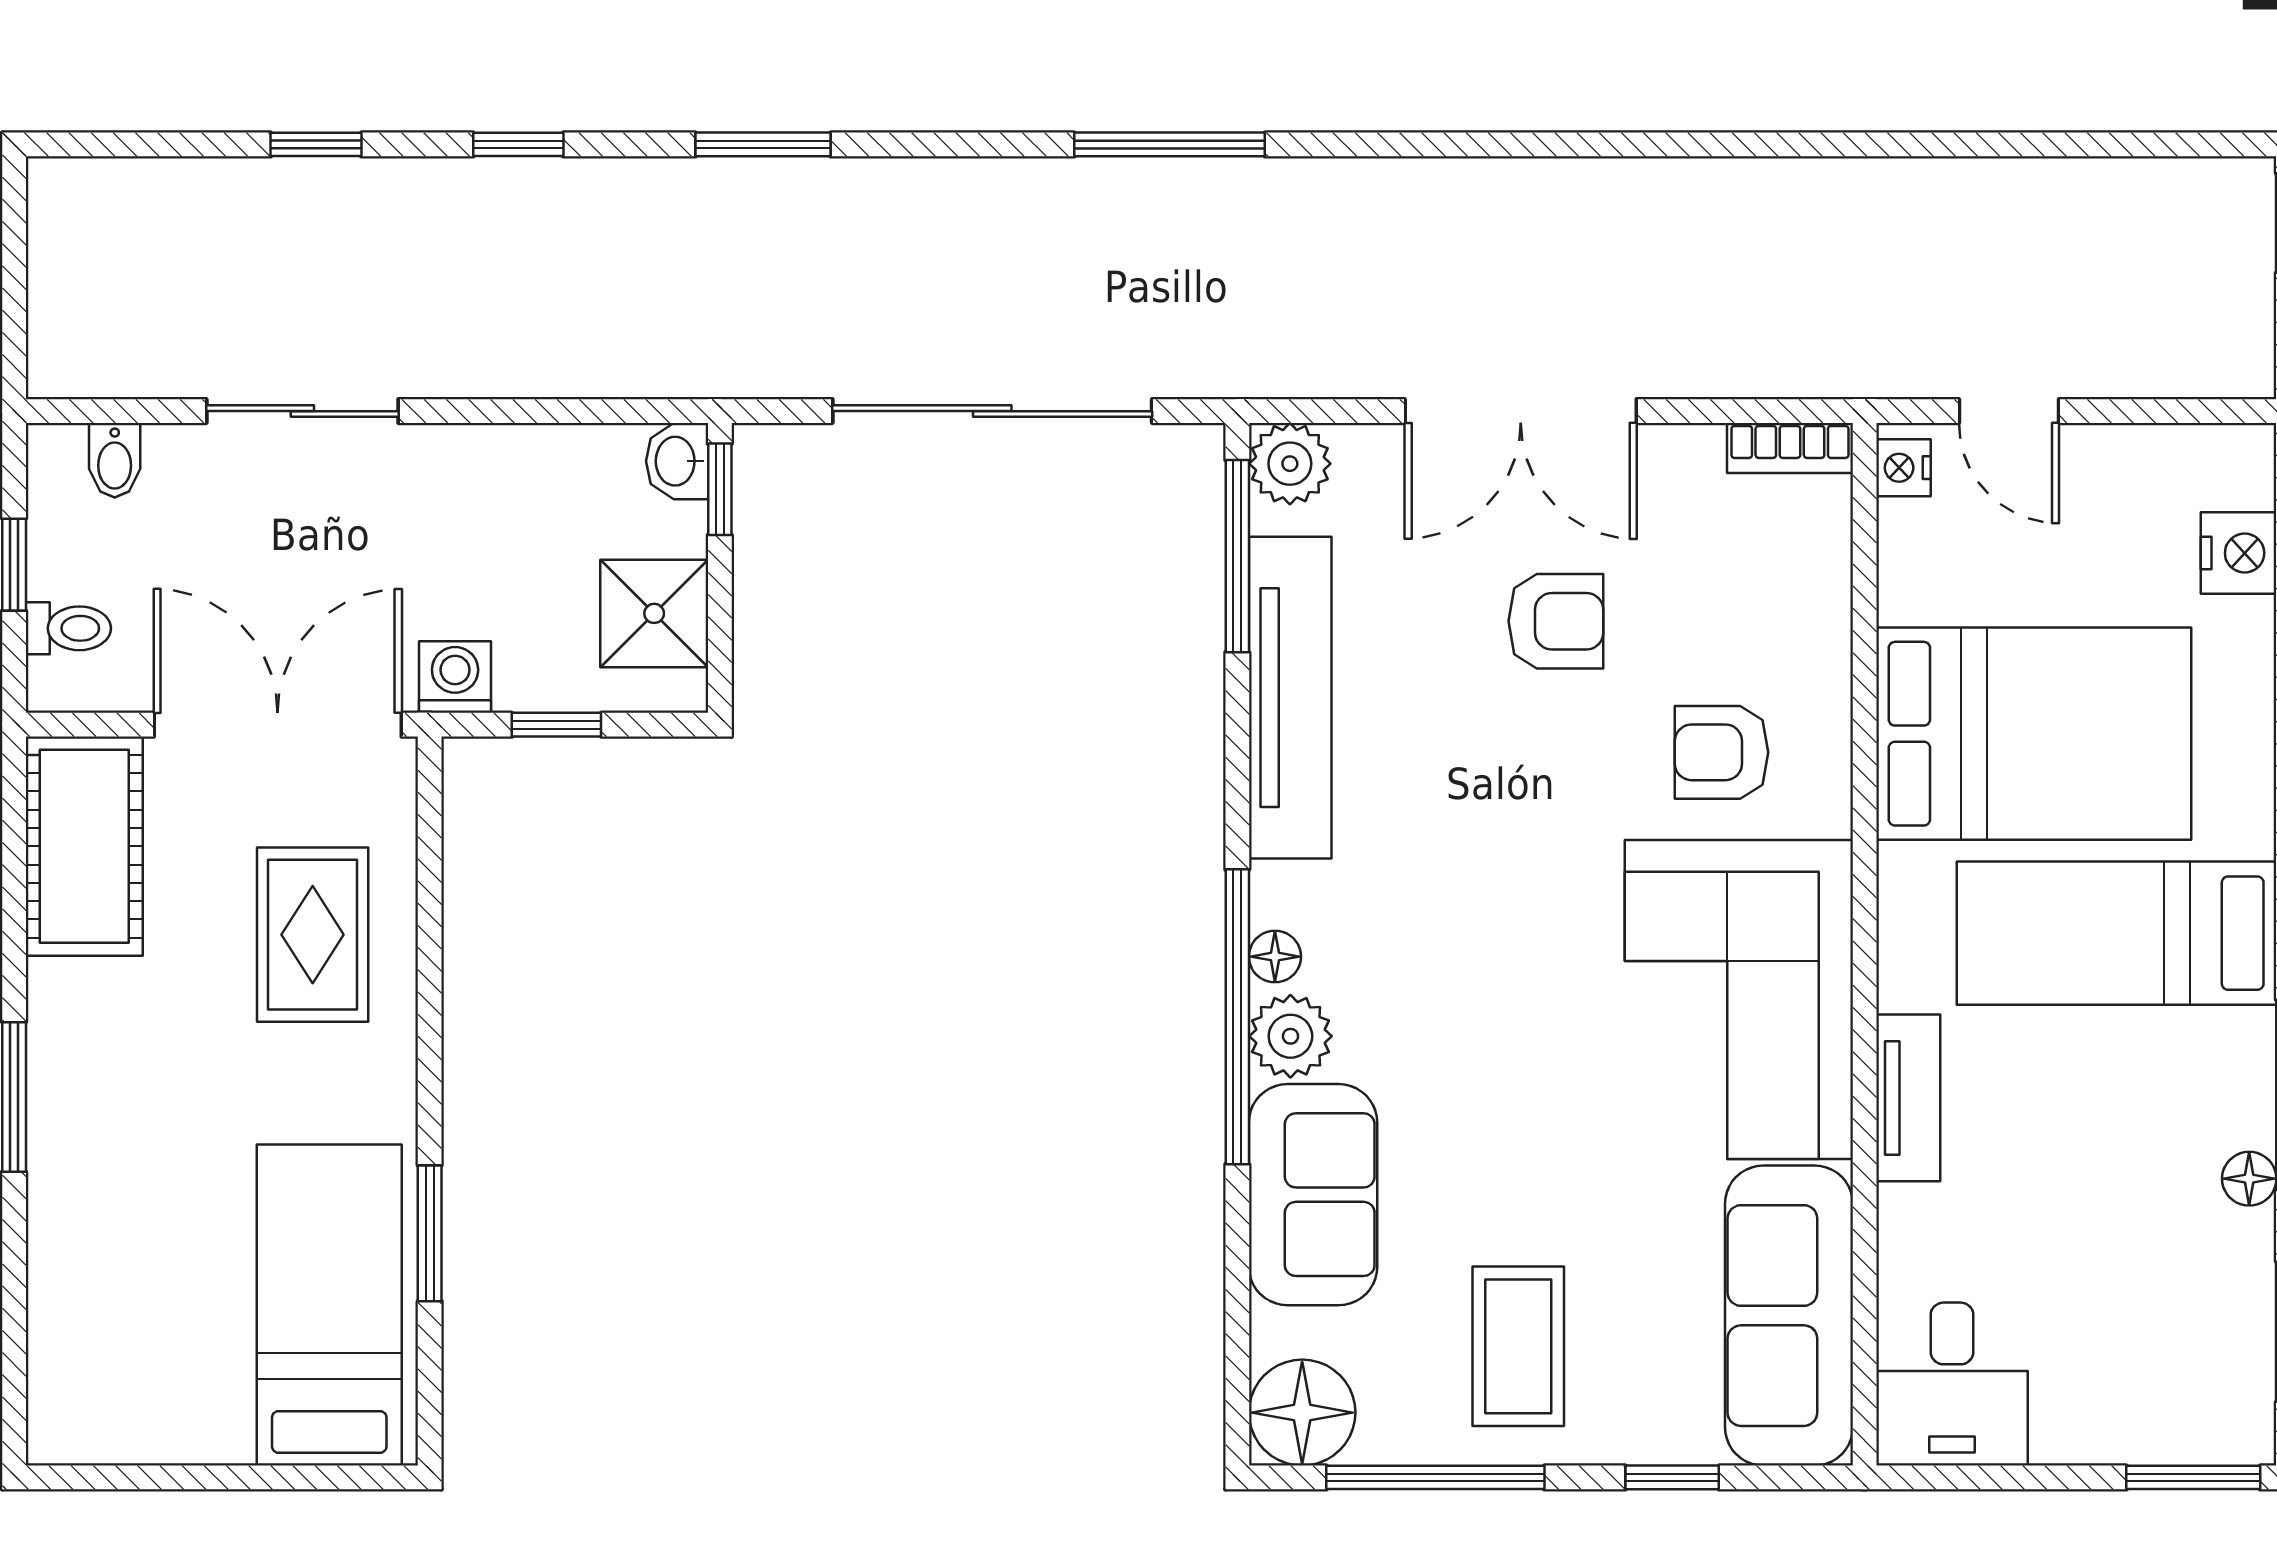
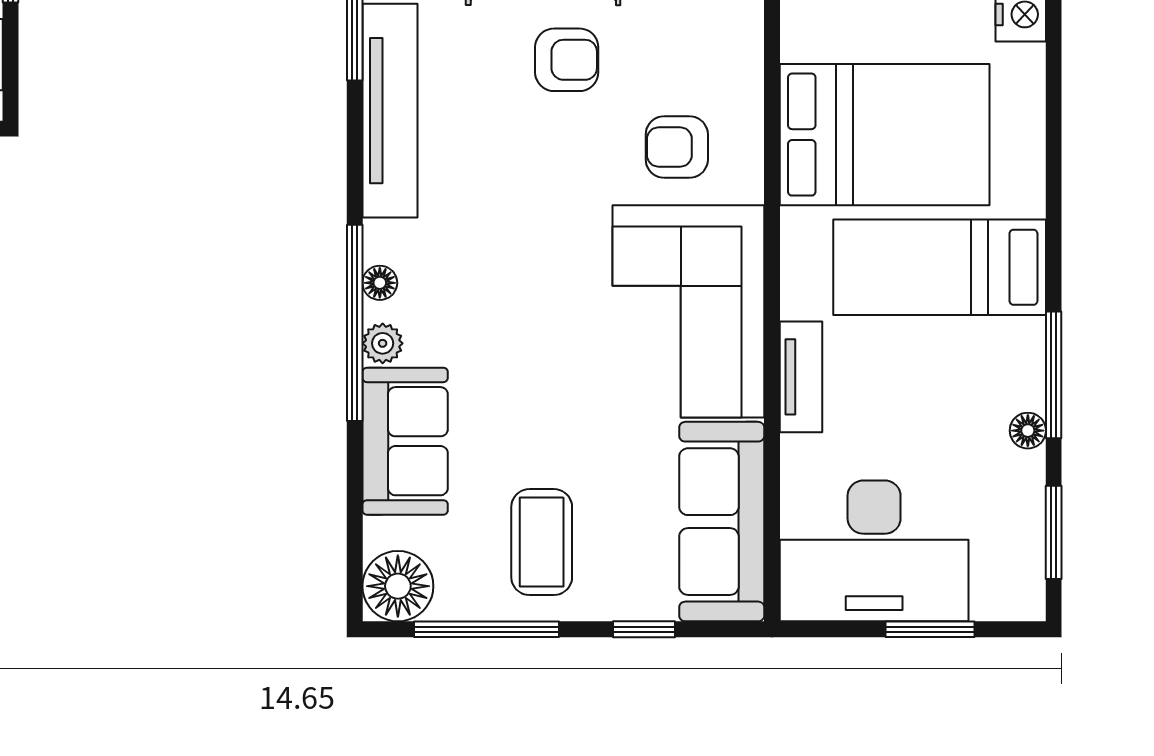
plant: (1290, 1036) -> (383, 343), width x0.73, depth x0.73
desk: (1952, 1384) -> (874, 551), width x1.87, depth x1.30
window: (2193, 1477) -> (930, 629), moved

